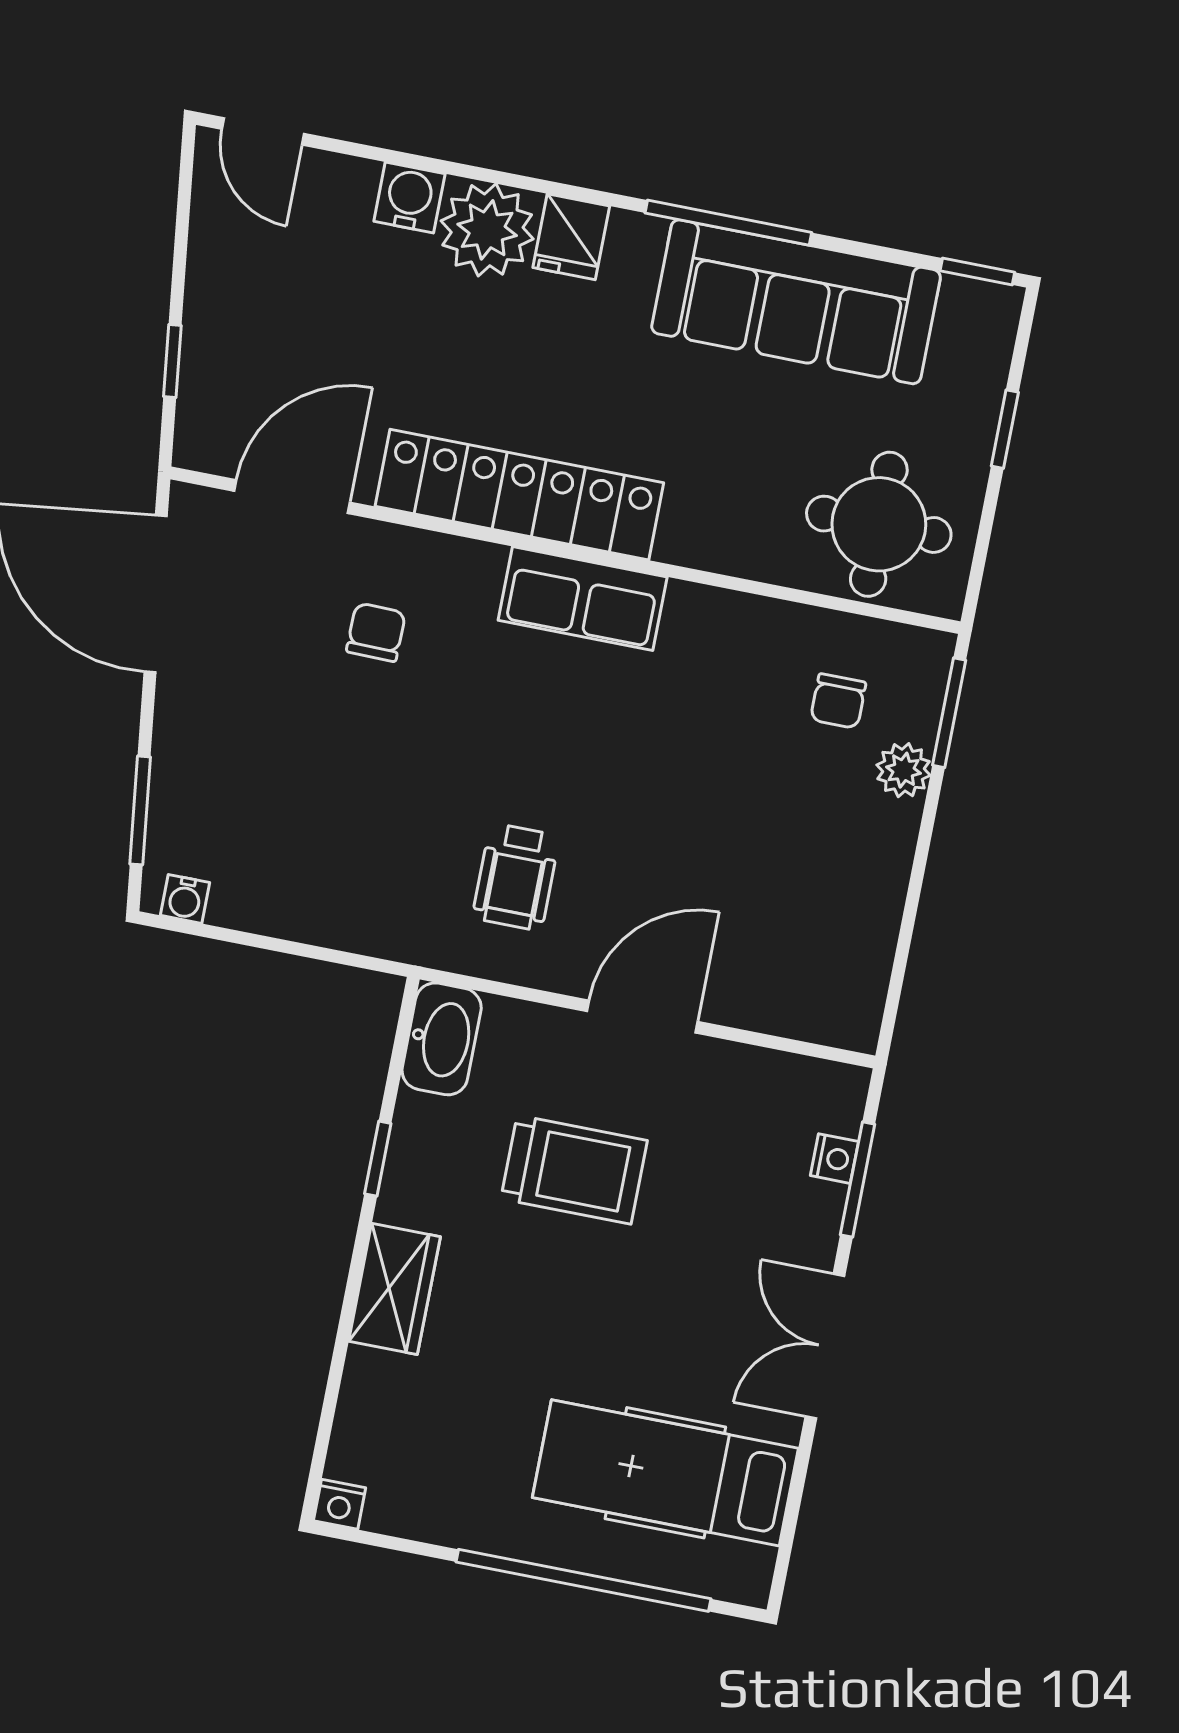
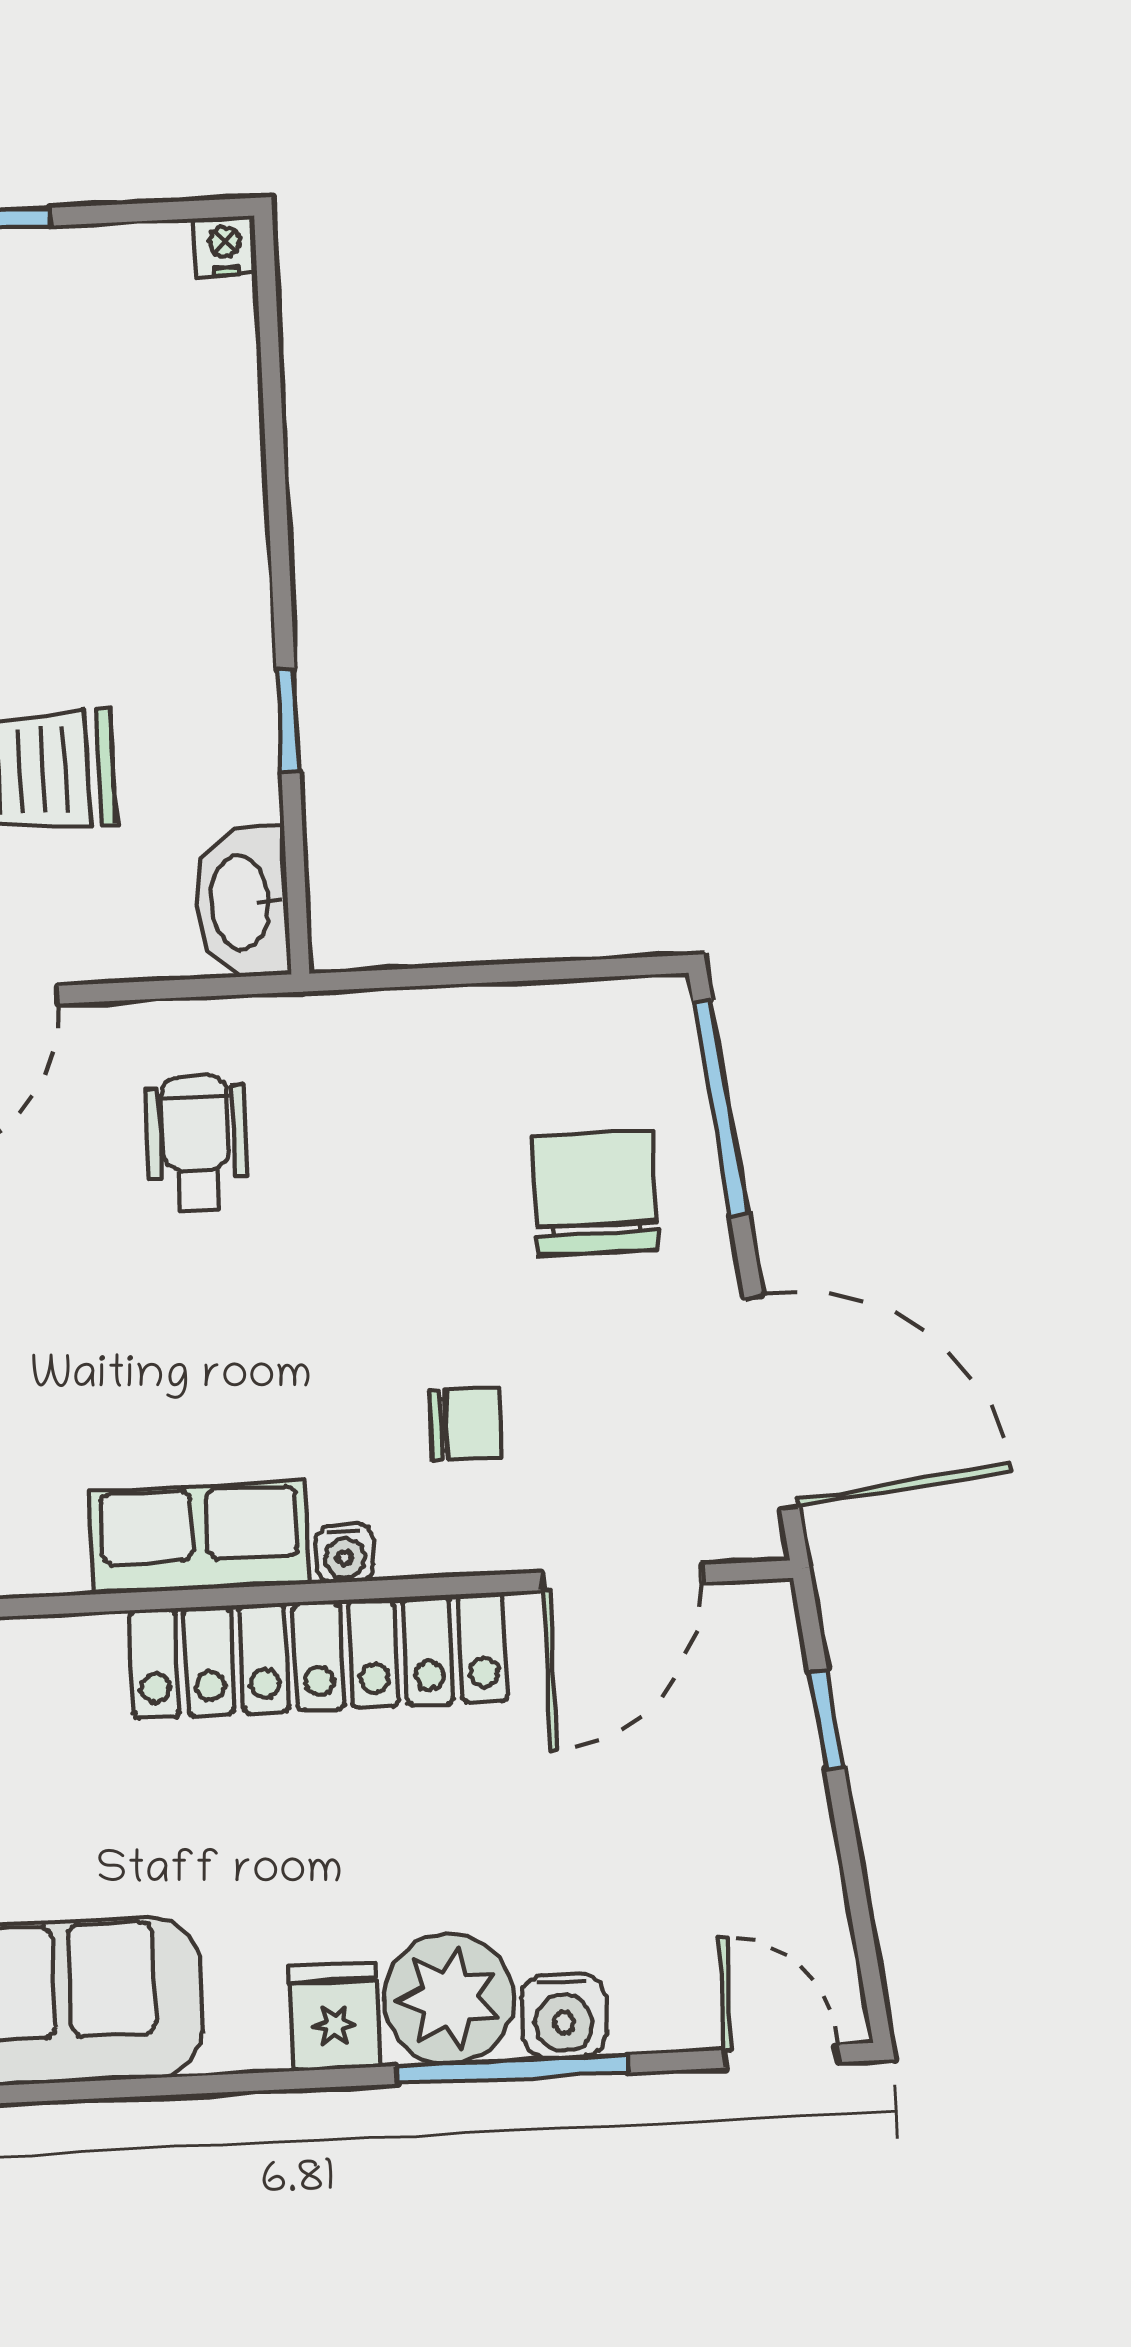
window: (728, 223) -> (512, 2069), moved
chair: (376, 632) -> (465, 1424), turned -91
chair: (244, 773) -> (595, 1193), added
window: (140, 810) -> (721, 1108), width x1.44
water cooler: (185, 899) -> (345, 1553), moved, turned 180
wardrobe: (394, 1289) -> (223, 552), removed

